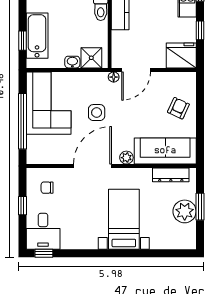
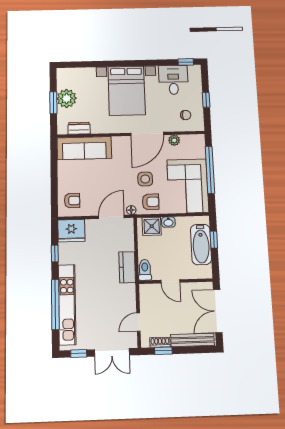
armchair: (91, 86) -> (151, 202), added
armchair: (178, 108) -> (72, 201), moved, turned -115
plant: (126, 158) -> (174, 140), moved
dresser: (171, 175) -> (79, 128), width x0.70
bed with nightstands: (124, 219) -> (127, 91), width x1.36
desk: (43, 231) -> (173, 80), moved

